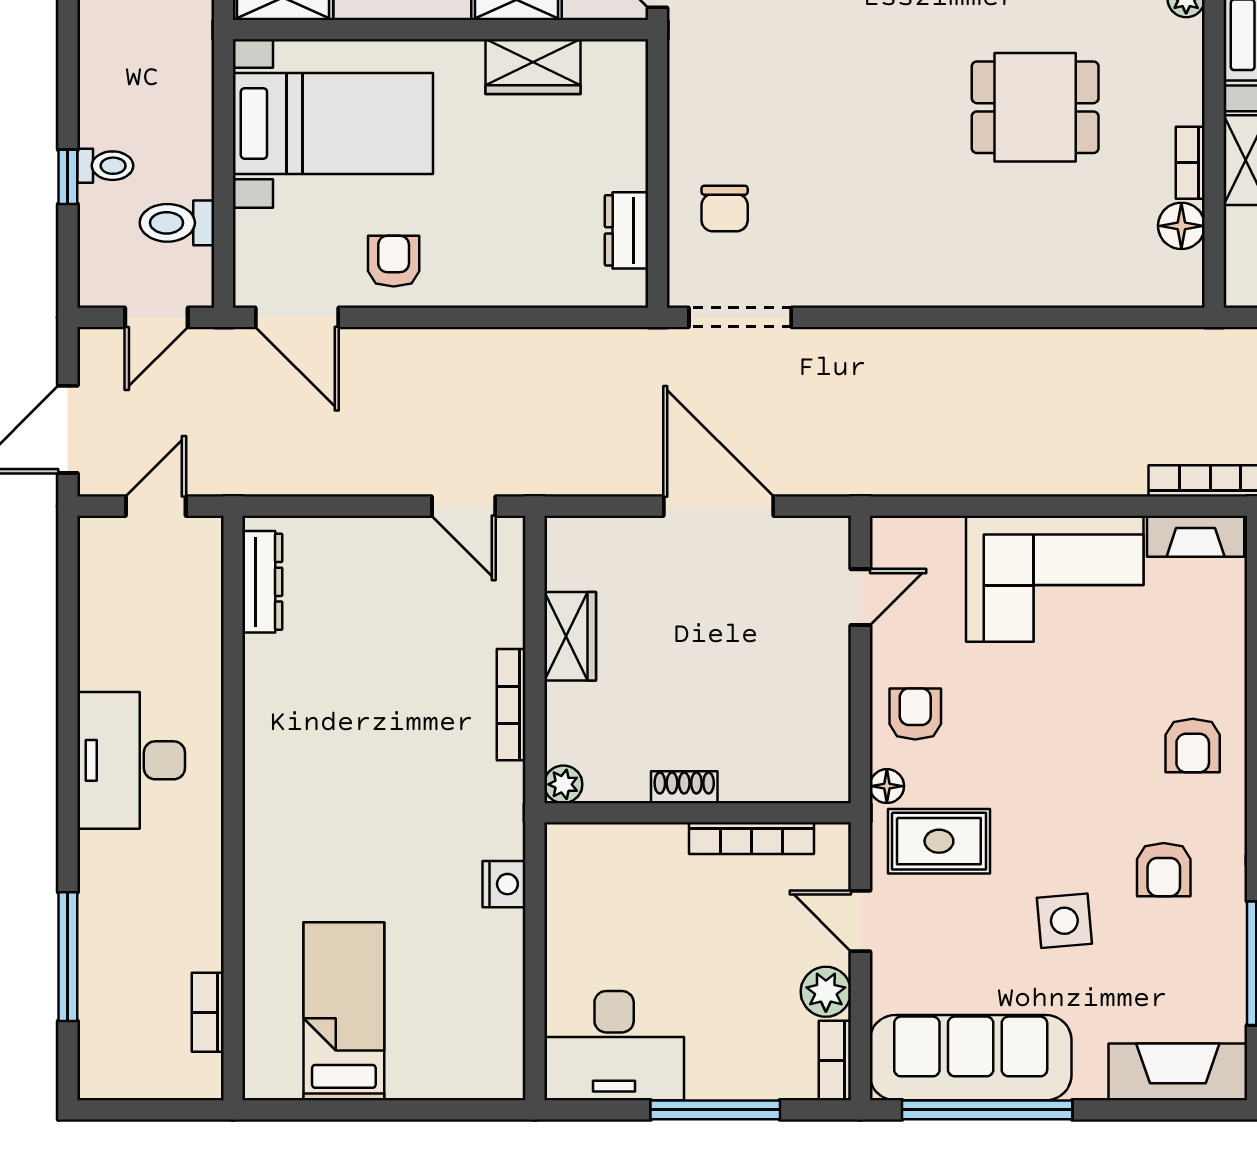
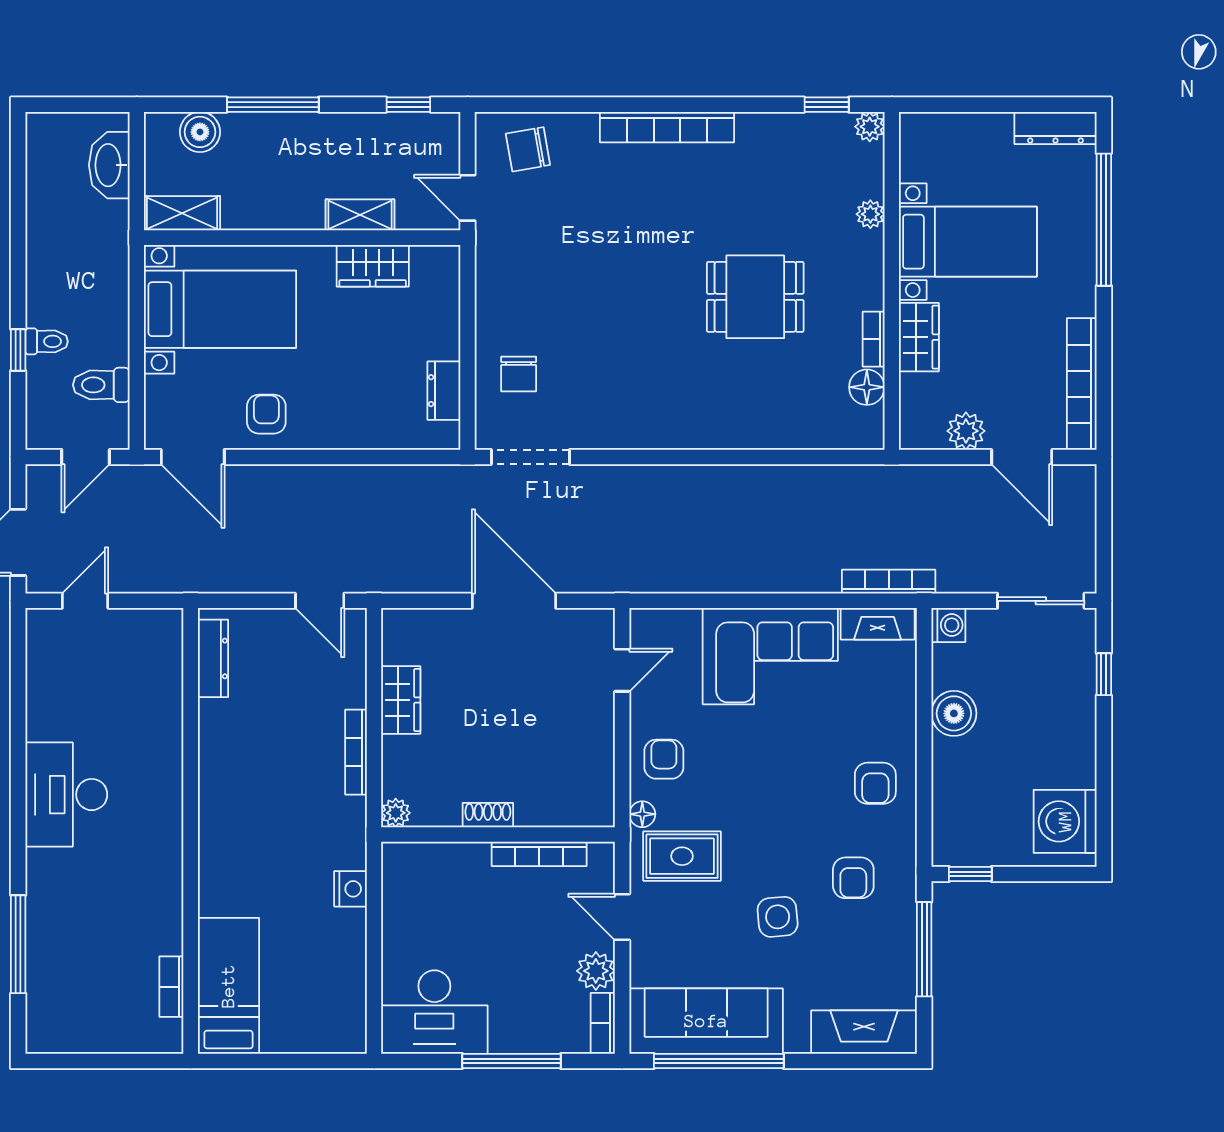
dresser: (262, 582) -> (213, 658), moved
wall: (233, 808) -> (191, 831), moved
bookcase: (208, 1012) -> (171, 987), moved

